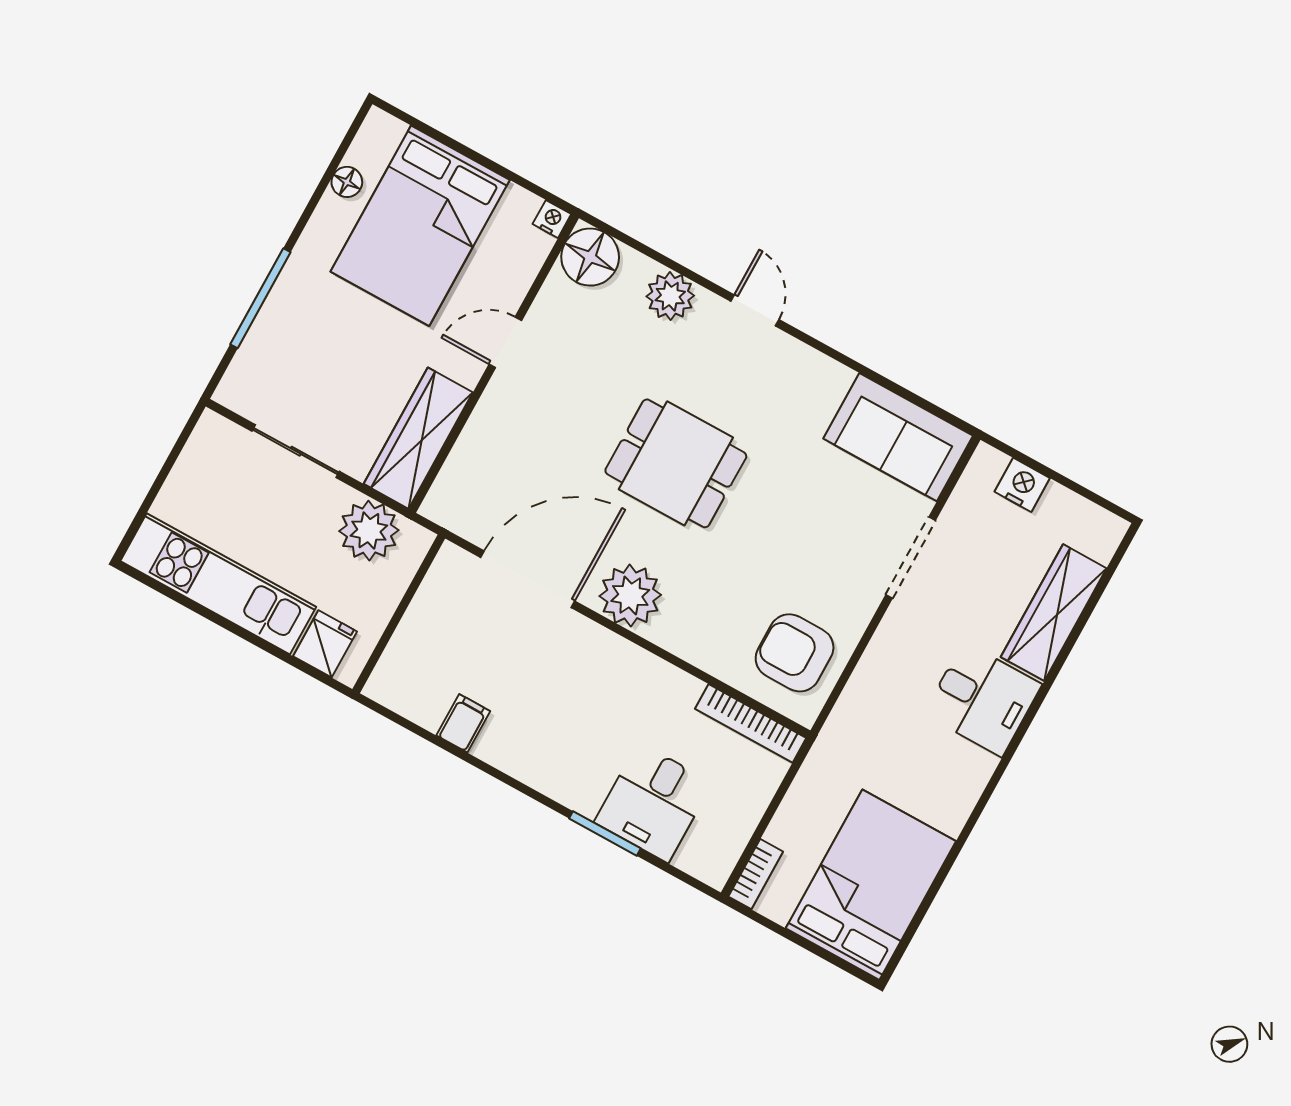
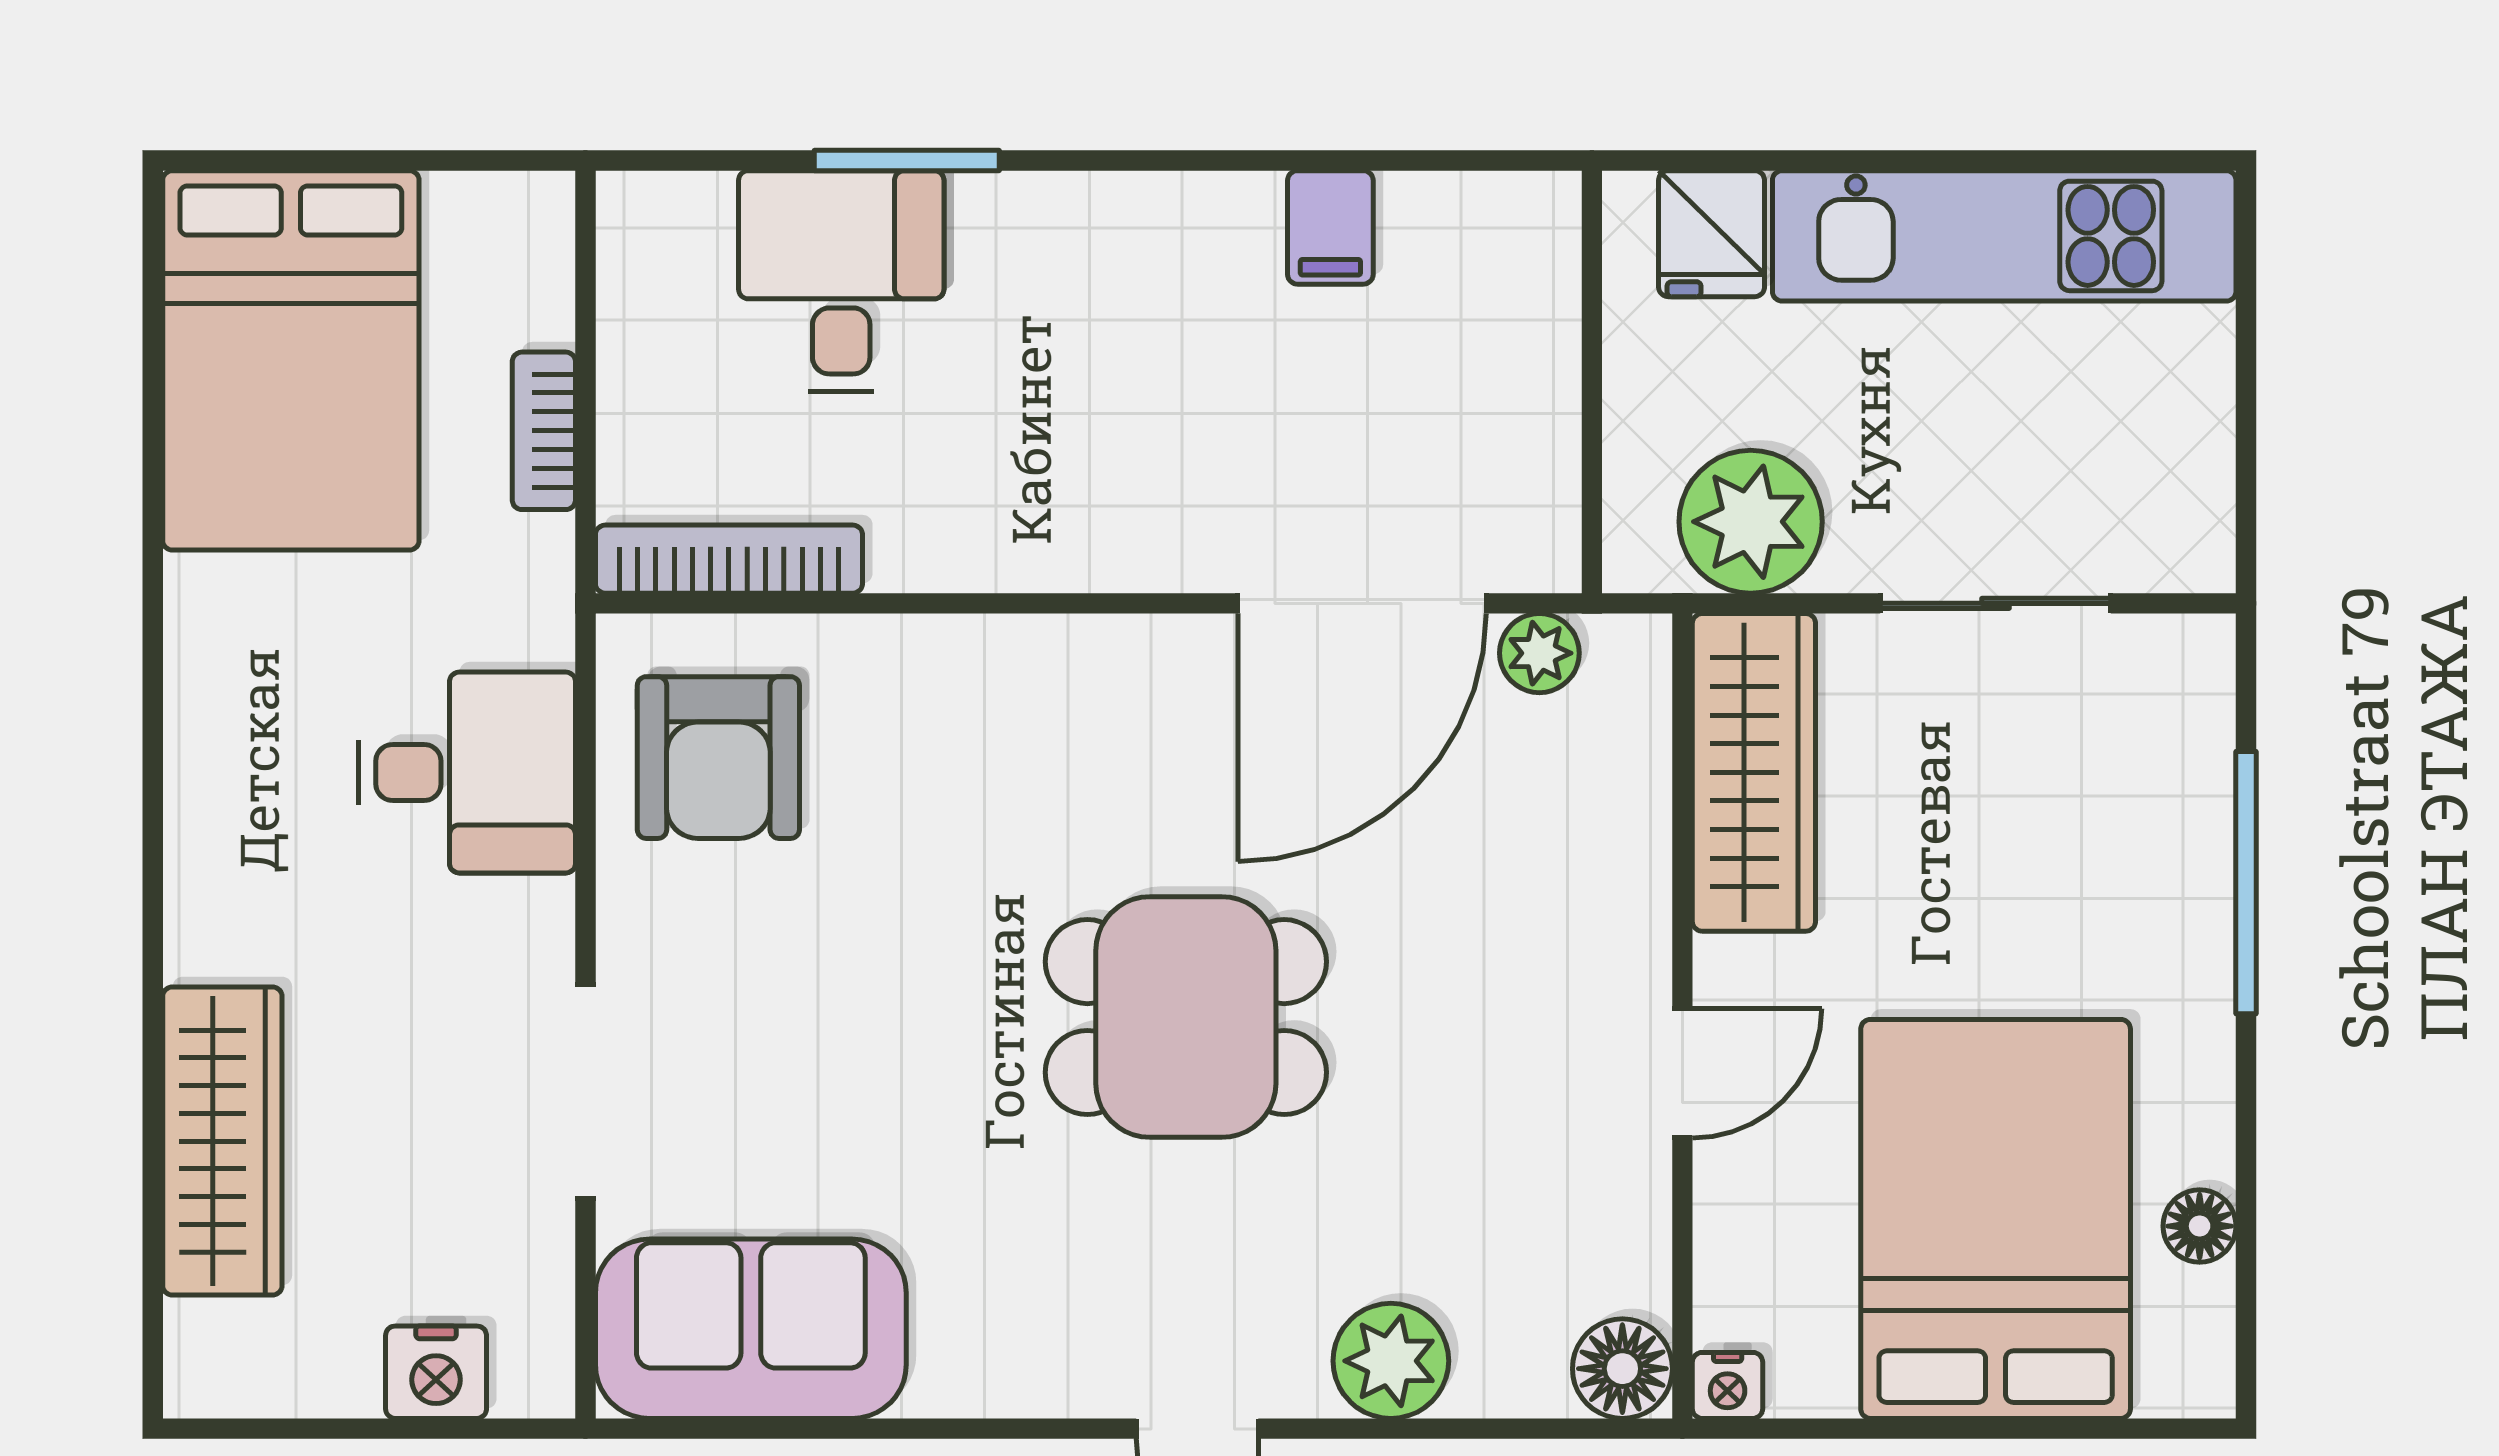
floor lamp: (590, 257) -> (1622, 1369), width x0.73, depth x0.73
plant: (630, 596) -> (1539, 653), moved, width x0.53, depth x0.53
armchair: (795, 653) -> (718, 758), turned 90
desk: (983, 699) -> (467, 772), moved, turned 180
bookcase: (756, 874) -> (544, 431), moved

